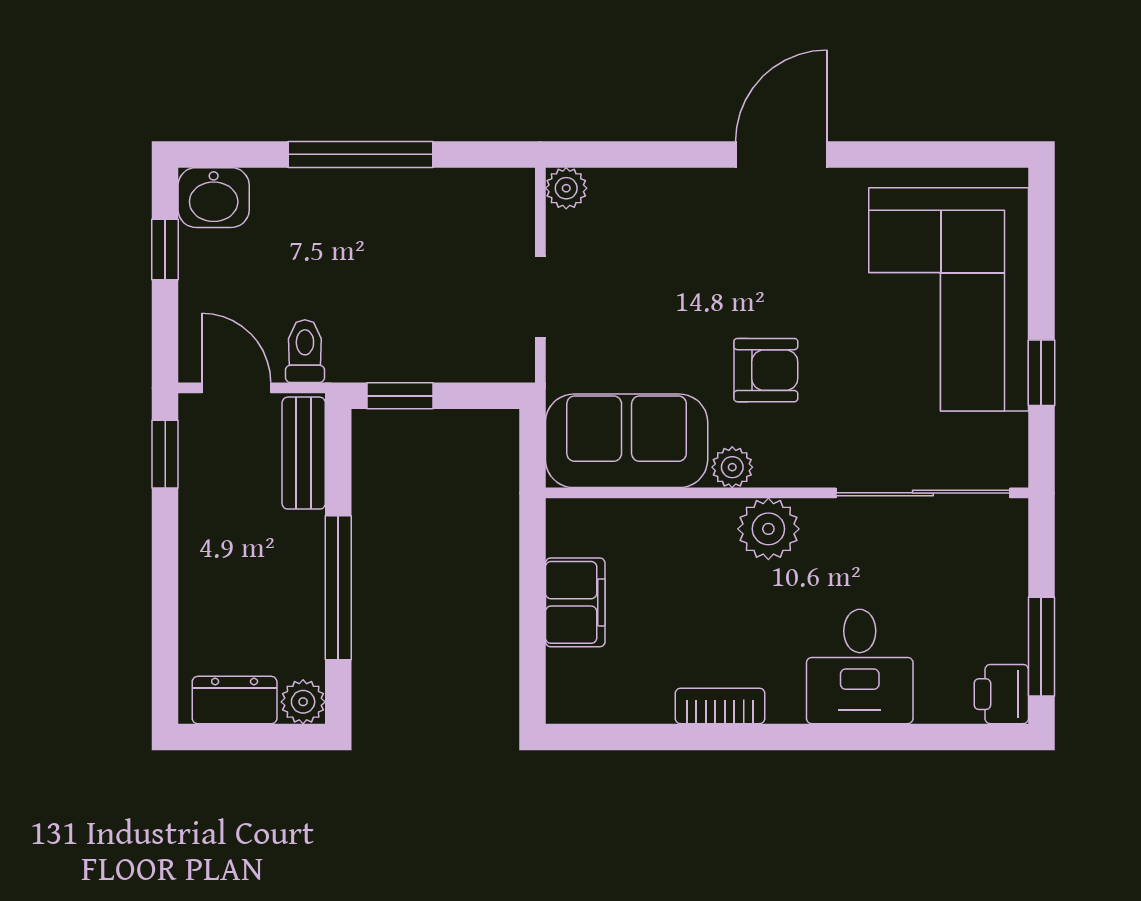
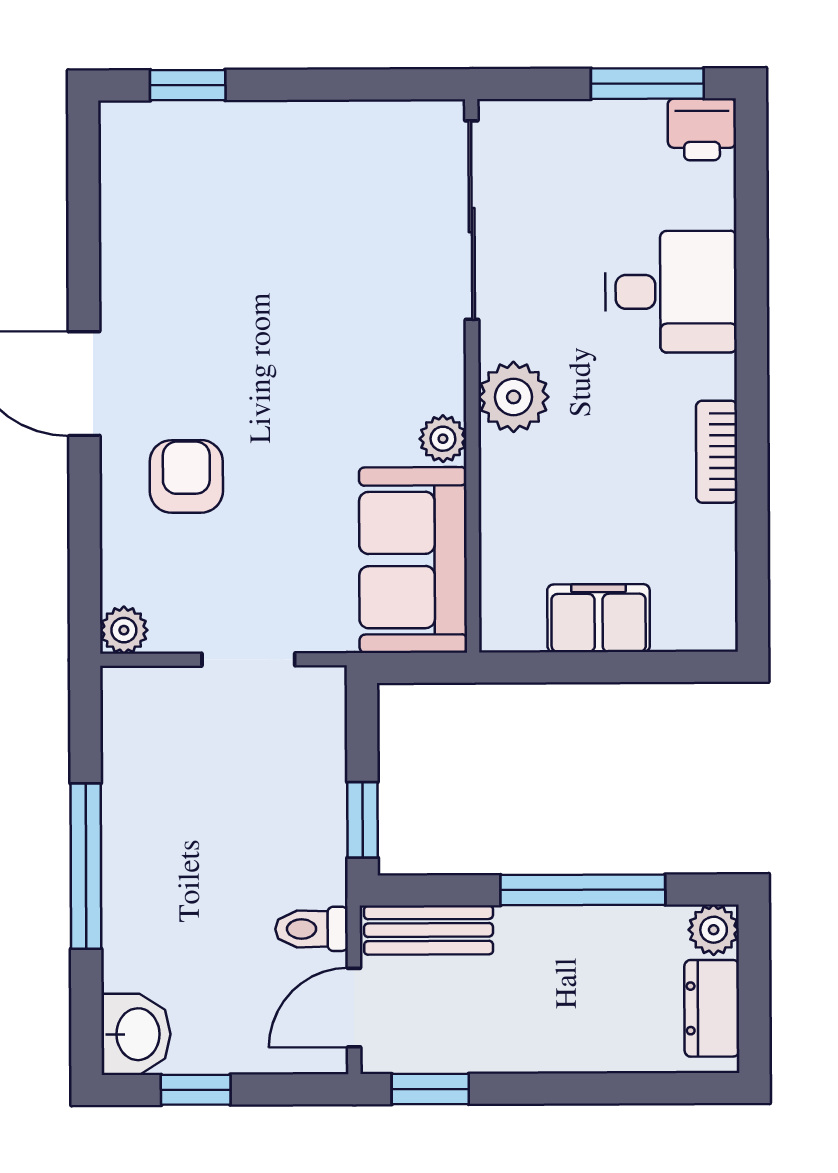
corner sofa: (949, 299) -> (250, 191), removed
armchair: (766, 370) -> (186, 476), moved
window: (1041, 373) -> (188, 85), moved

